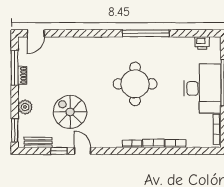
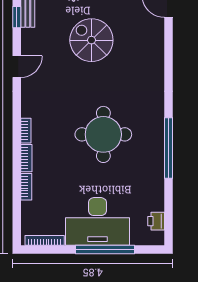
spiral stairs: (70, 112) -> (91, 40), moved, turned -90
window: (59, 151) -> (17, 17), moved

